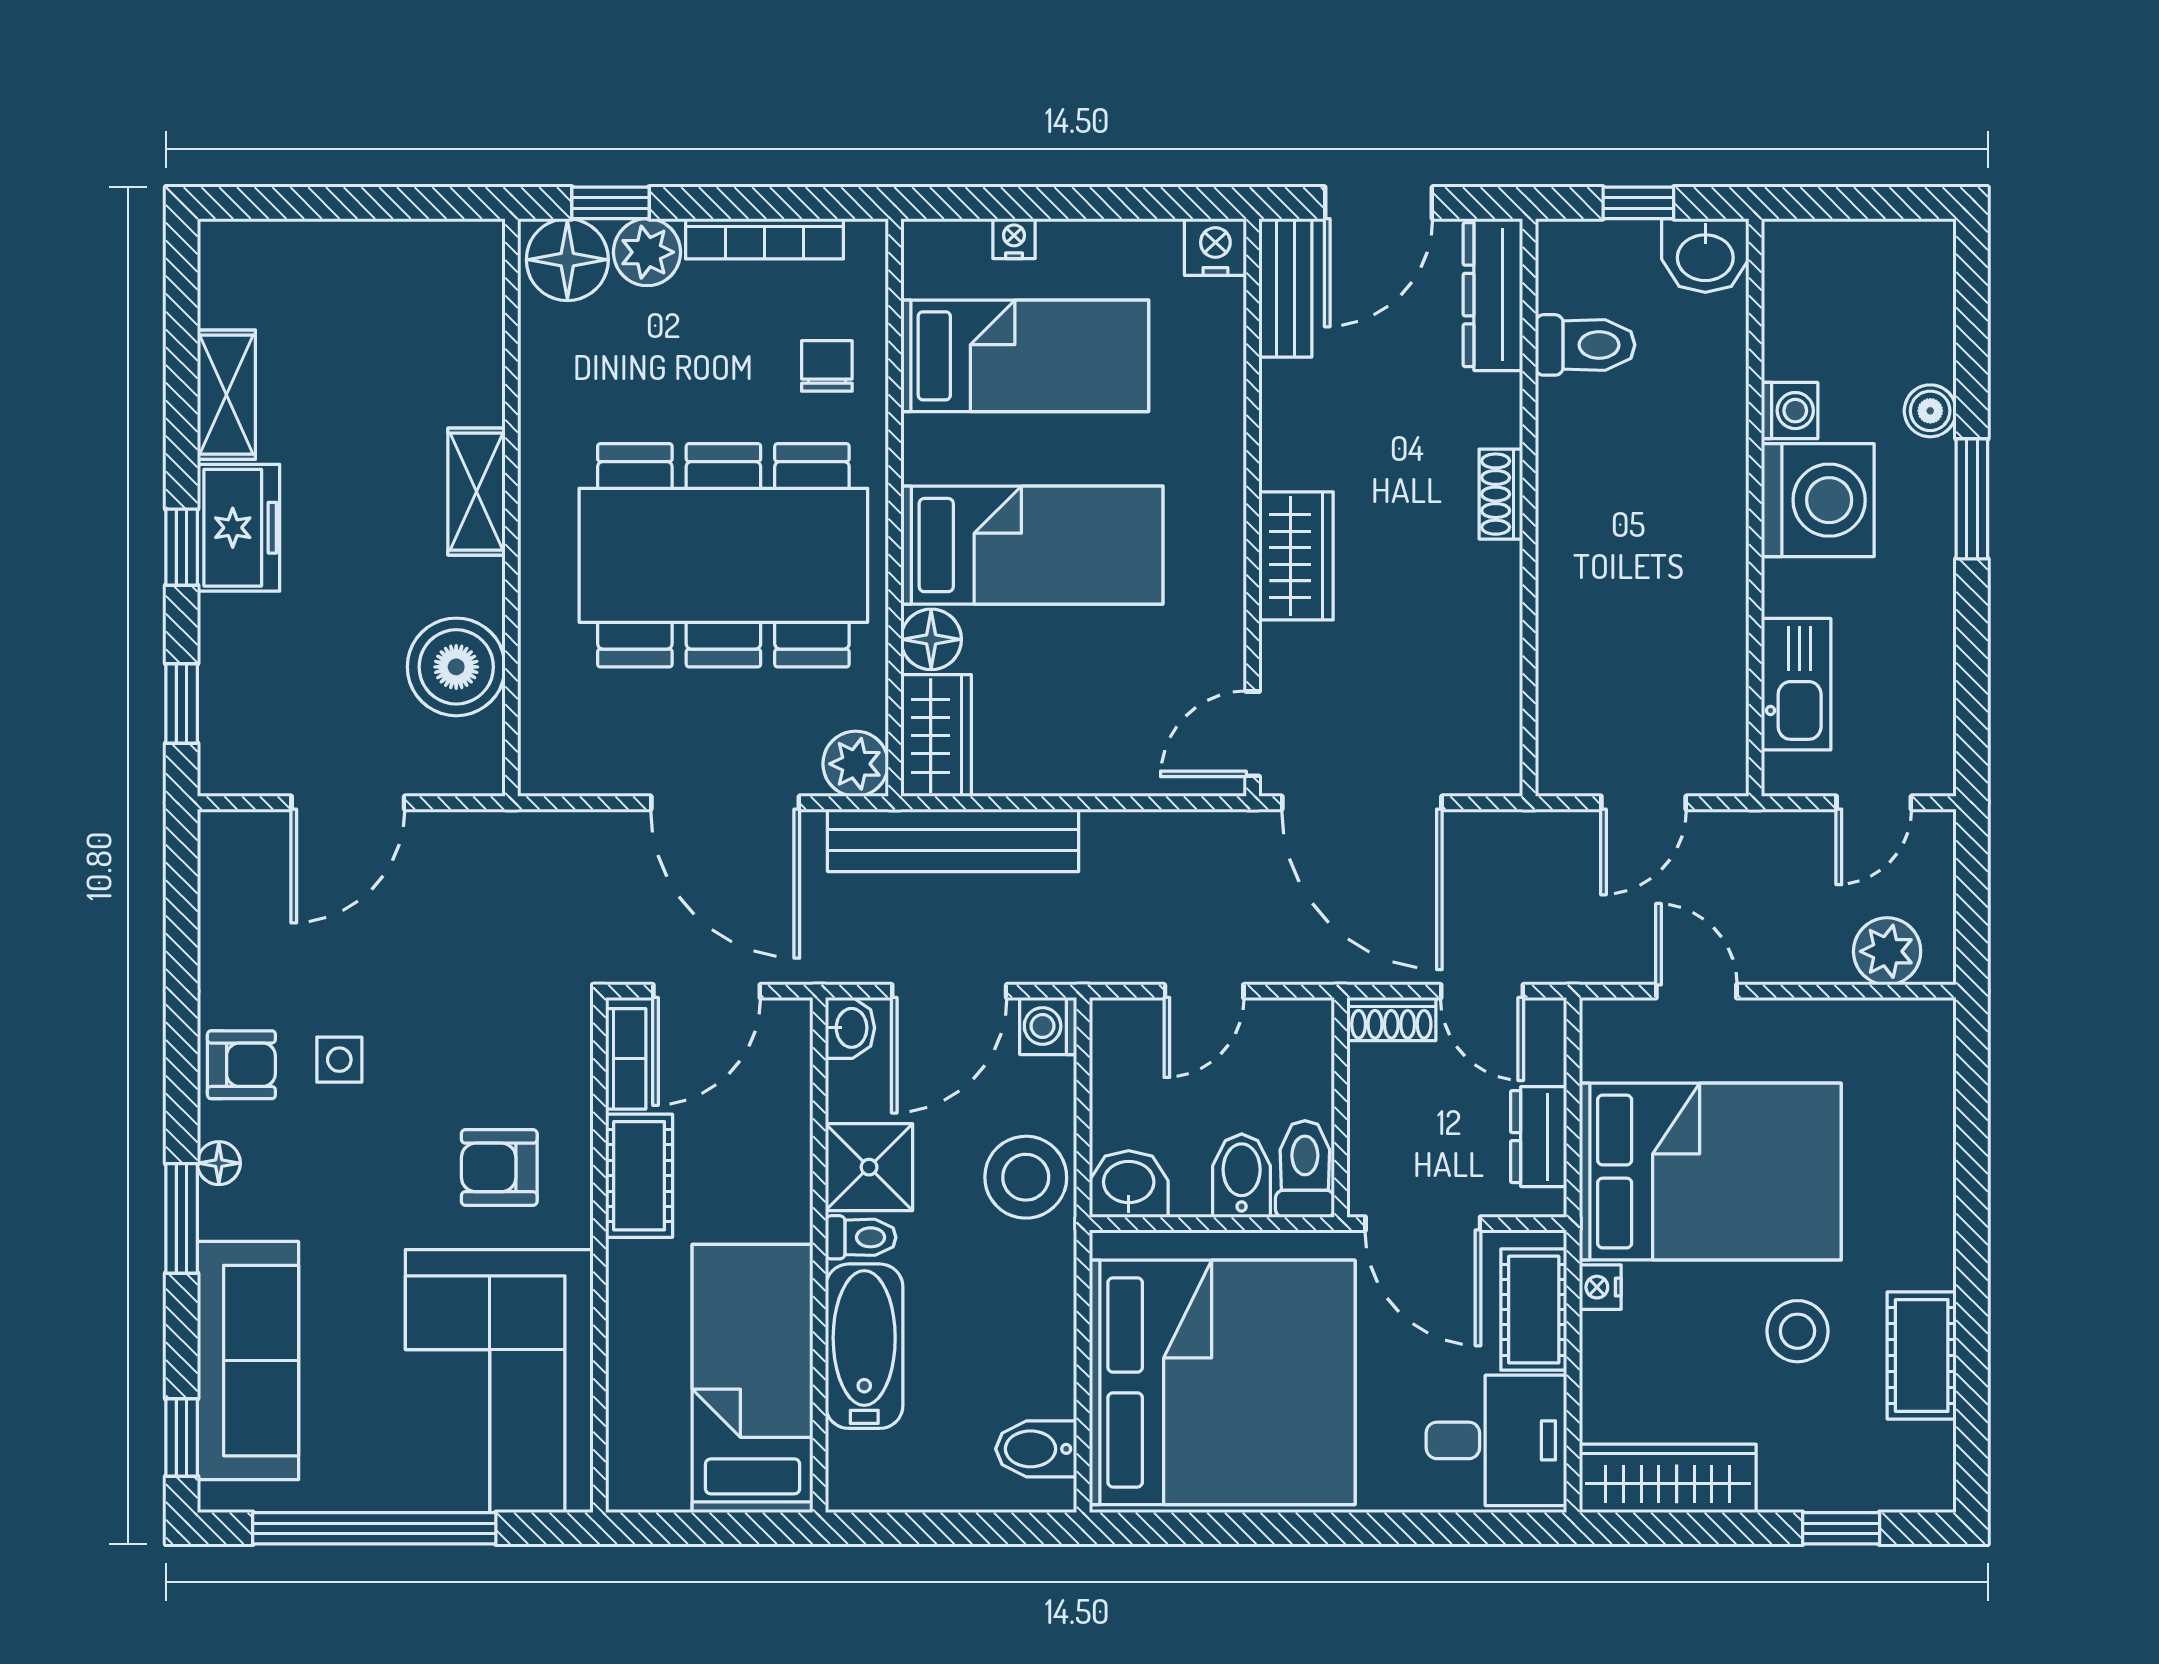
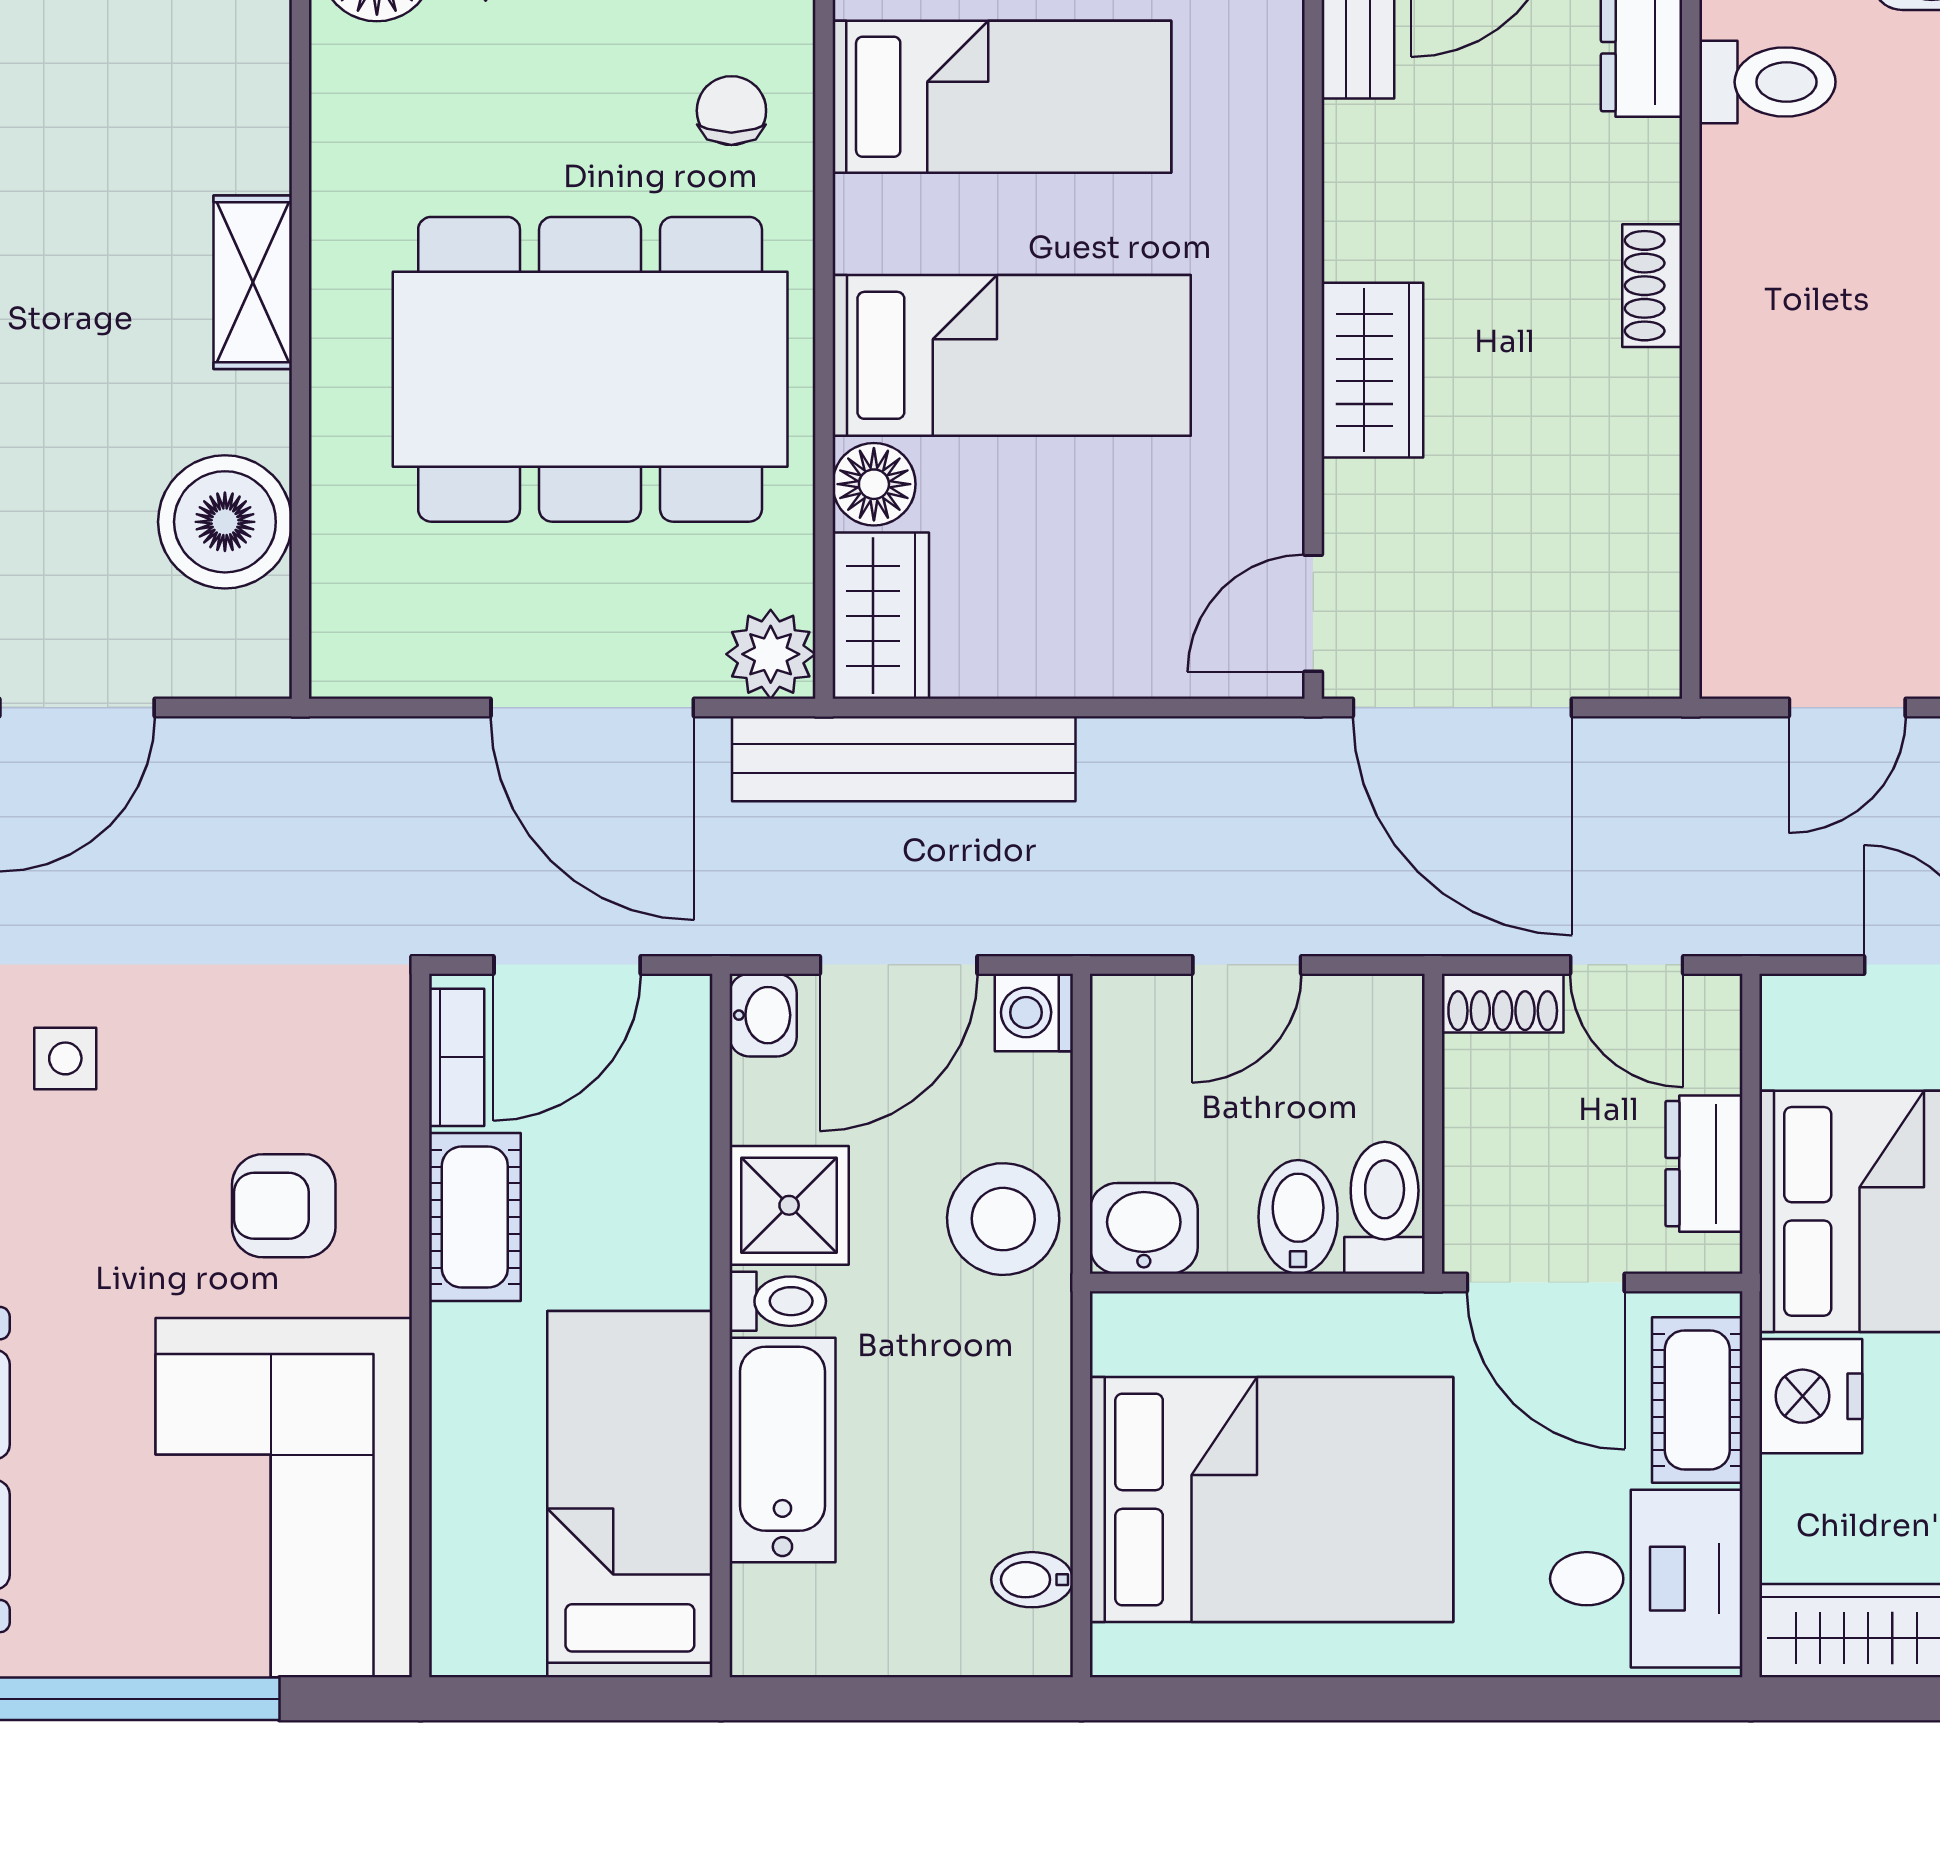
nightstand: (1600, 1287) -> (1811, 1396), width x1.89, depth x1.79
bed: (1222, 1382) -> (1272, 1500), width x0.73
bidet: (1036, 1449) -> (1032, 1580), width x0.72, depth x0.74

